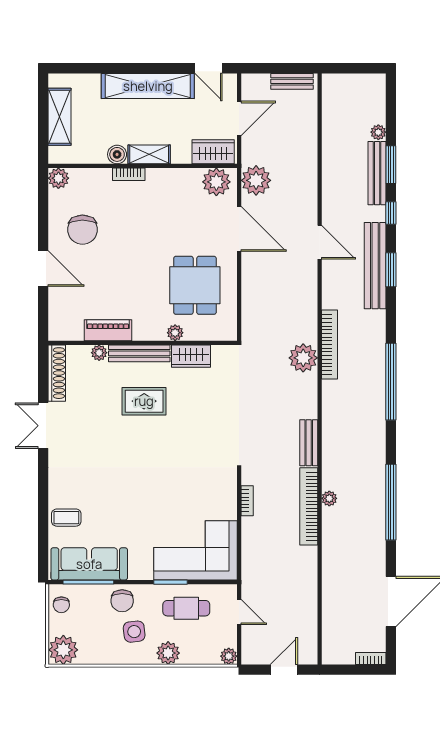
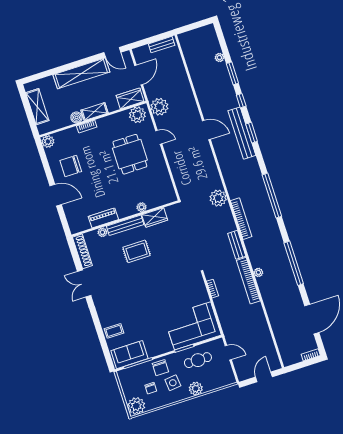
bench: (377, 173) -> (226, 81), removed
door: (239, 229) -> (159, 137), width x0.53
chair: (82, 230) -> (71, 166), turned 90
dining table: (195, 285) -> (130, 154), moved
bookcase: (329, 345) -> (241, 219), moved
sofa: (89, 564) -> (130, 355), width x0.73
chair: (61, 605) -> (151, 388), moved
plant: (229, 656) -> (230, 379), removed

